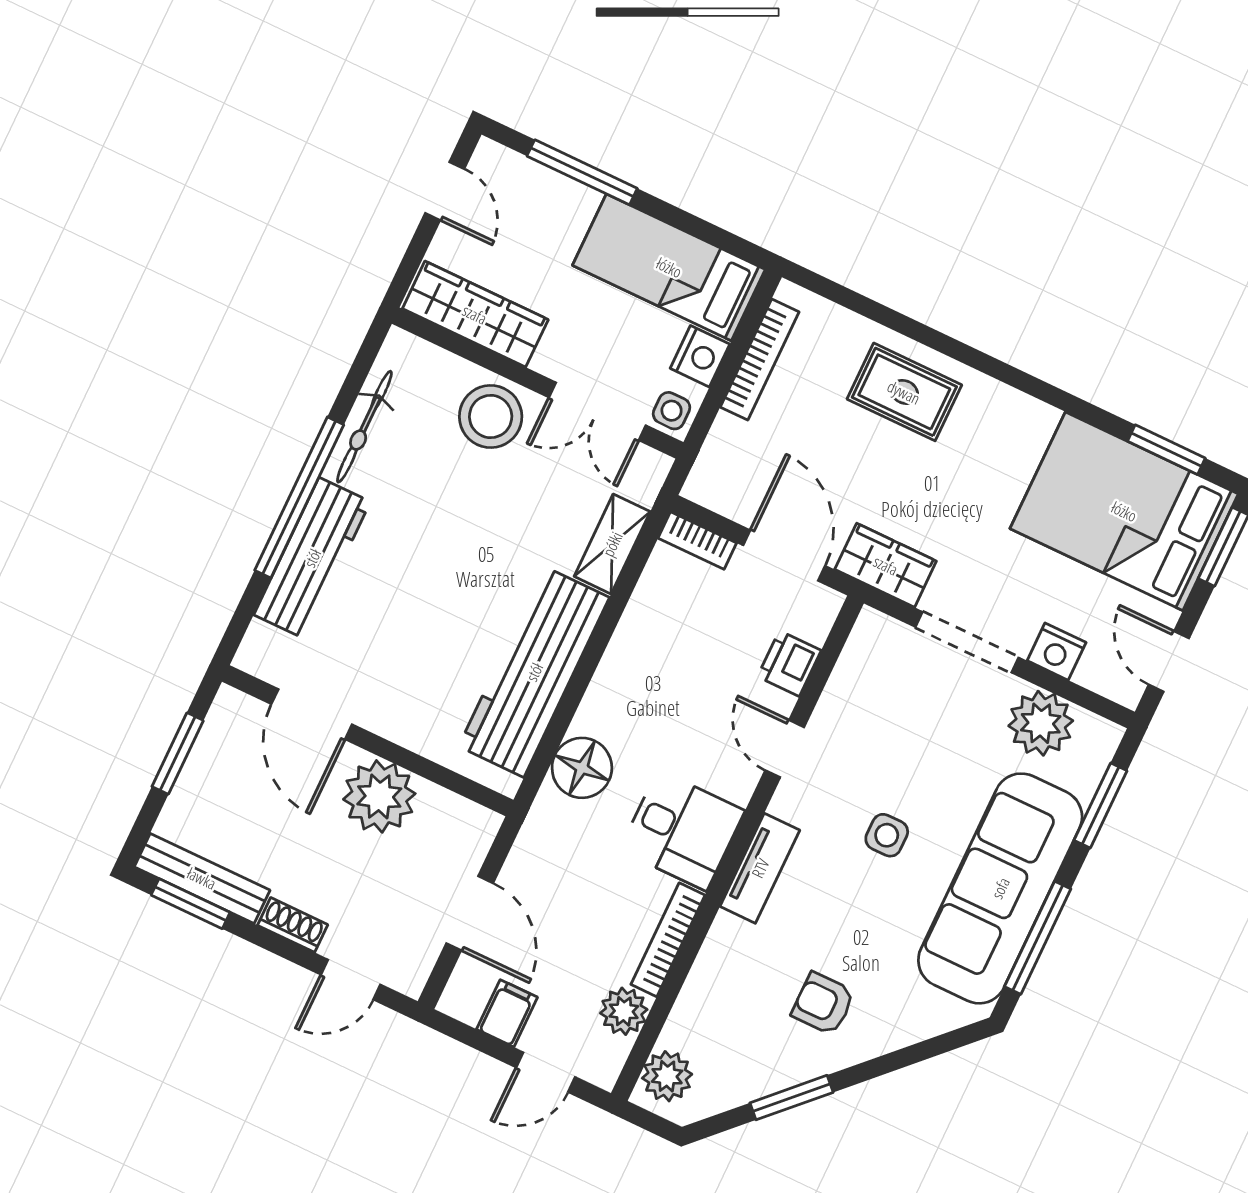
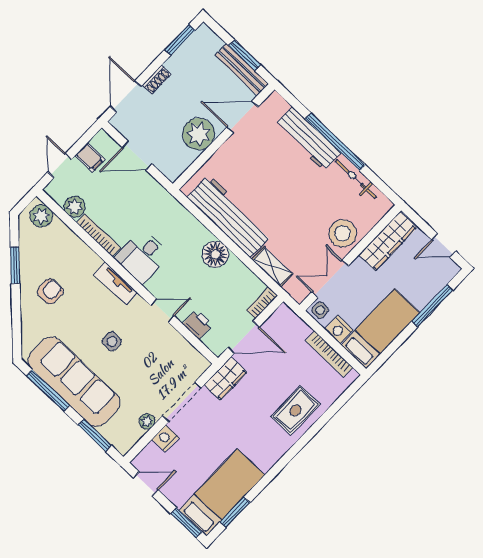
bed: (1124, 511) -> (222, 493), width x0.67
plant: (1041, 723) -> (147, 421), width x0.53, depth x0.53
floor lamp: (582, 768) -> (215, 254), moved
bench: (202, 878) -> (242, 69), moved, turned 90
door: (351, 980) -> (126, 96), width x1.38

